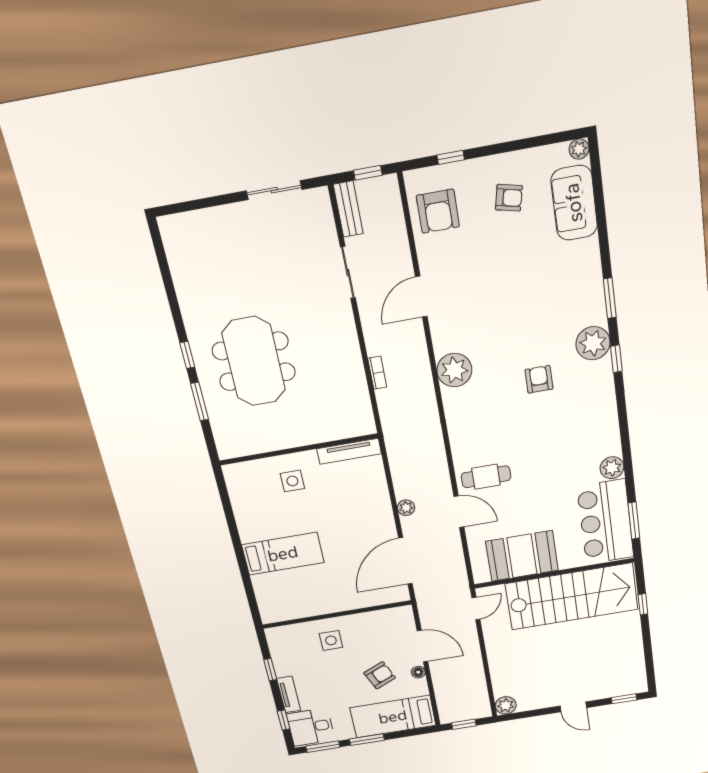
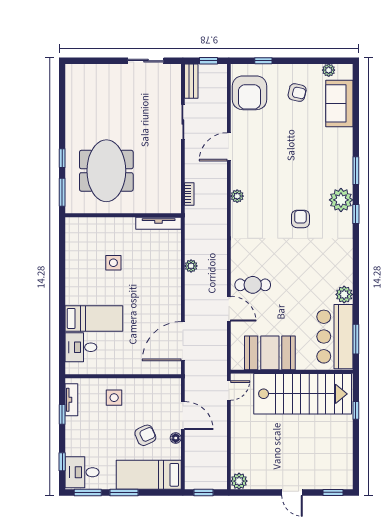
plant: (579, 149) -> (329, 70), moved
armchair: (438, 211) -> (250, 93), width x1.36, depth x1.36
plant: (454, 370) -> (237, 196), width x0.53, depth x0.53
wall: (299, 449) -> (123, 215), moved
tv unit: (349, 451) -> (159, 223), moved
plant: (406, 508) -> (191, 266), moved
desk: (275, 590) -> (81, 347), added
tv unit: (289, 694) -> (71, 400), moved

